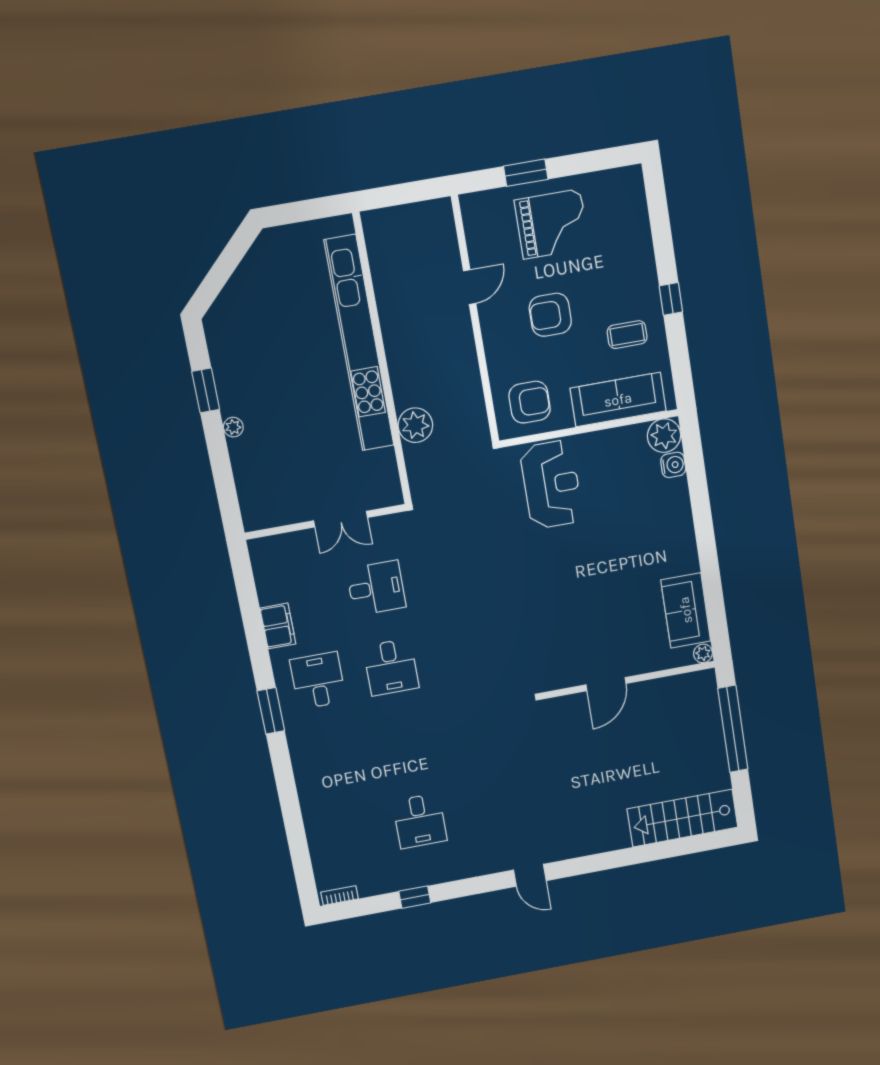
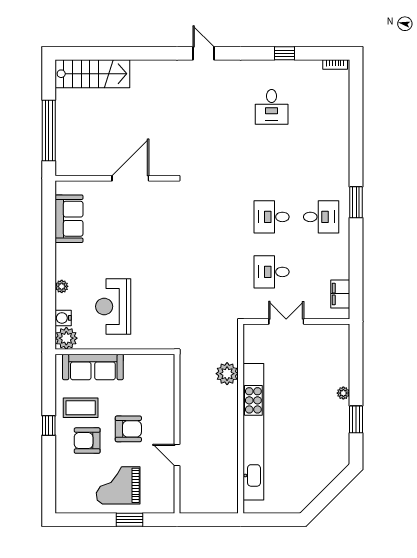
door: (470, 287) -> (177, 455), hinge flipped
coffee table: (627, 335) -> (81, 408), width x1.36, depth x1.30
armchair: (530, 402) -> (87, 441), moved
reception desk: (551, 484) -> (113, 306), moved
filing cabinet: (278, 626) -> (340, 294), moved
plant: (703, 653) -> (62, 286), moved
desk: (391, 667) -> (272, 217), turned -90
desk: (318, 681) -> (321, 217), turned -90
door: (606, 684) -> (130, 178), width x1.36
desk: (420, 821) -> (272, 107), turned 180

